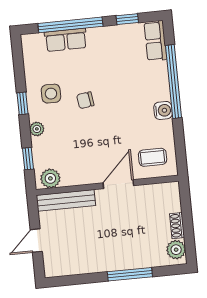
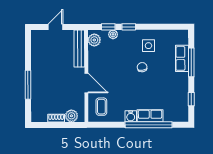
window: (70, 25) -> (191, 62), width x0.68
row of seats: (155, 41) -> (150, 116), moved
window: (22, 103) -> (129, 27), moved
plant: (37, 129) -> (113, 34), moved
door: (36, 241) -> (55, 27), hinge flipped
plant: (176, 250) -> (71, 116), moved

